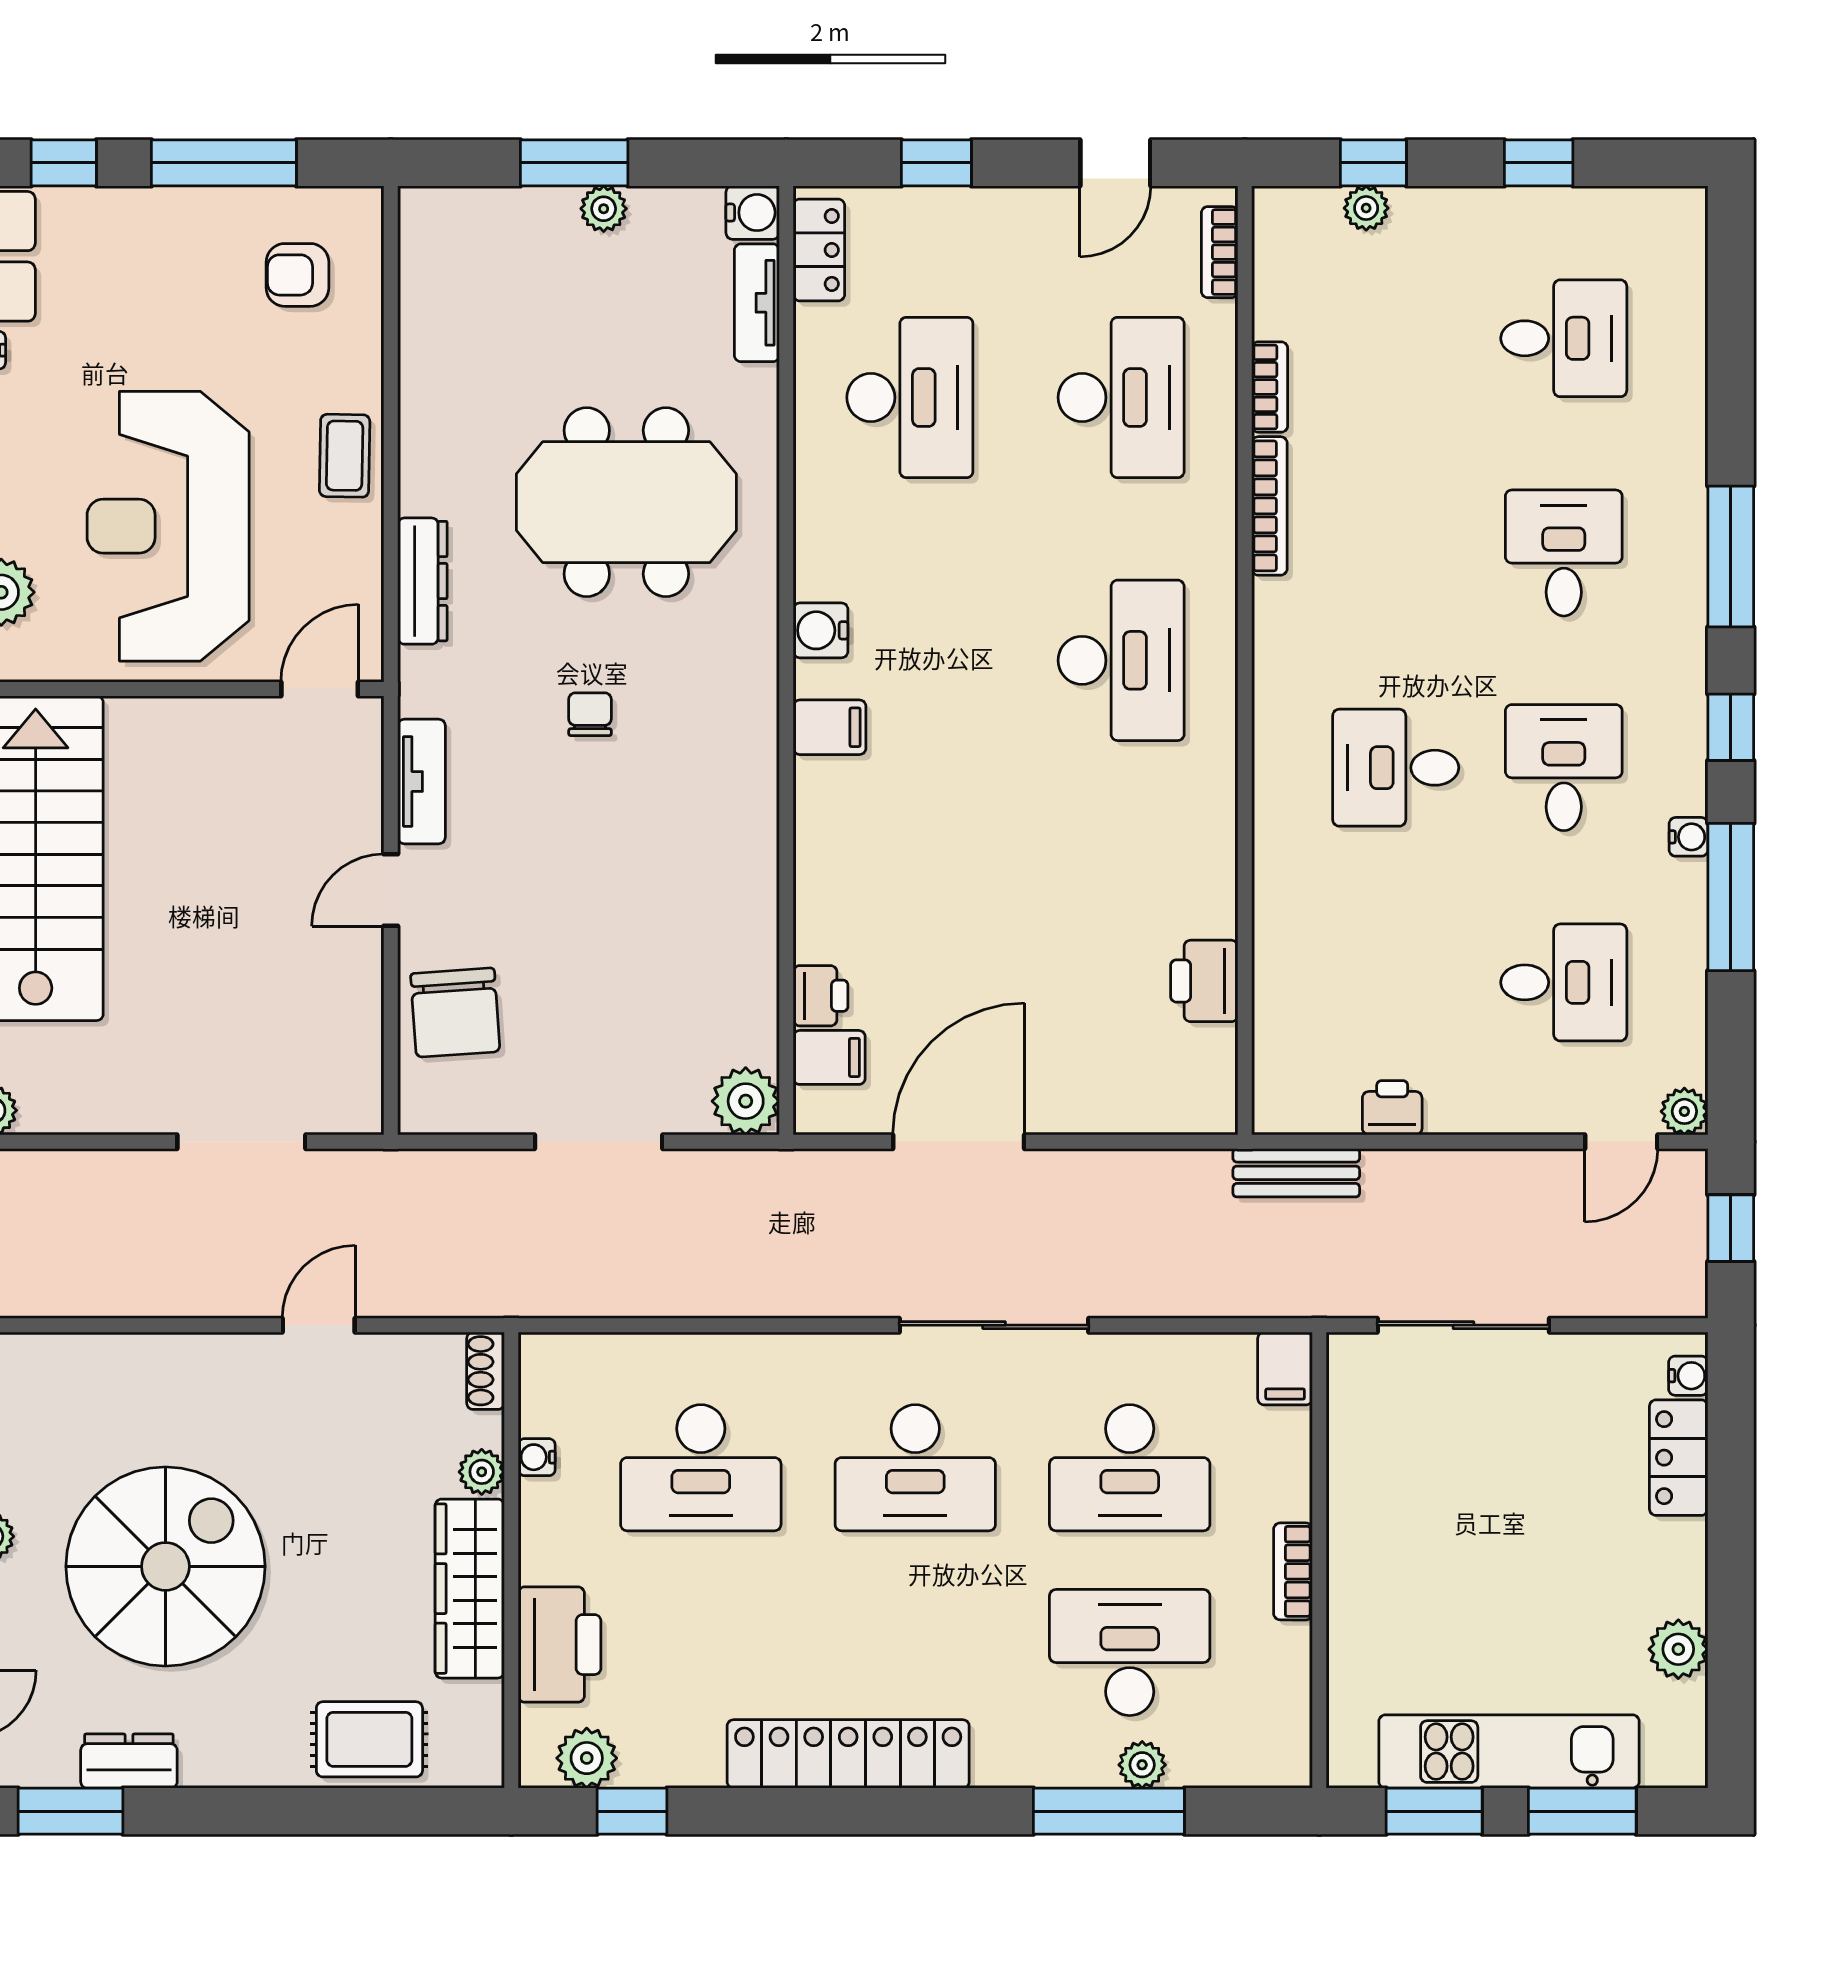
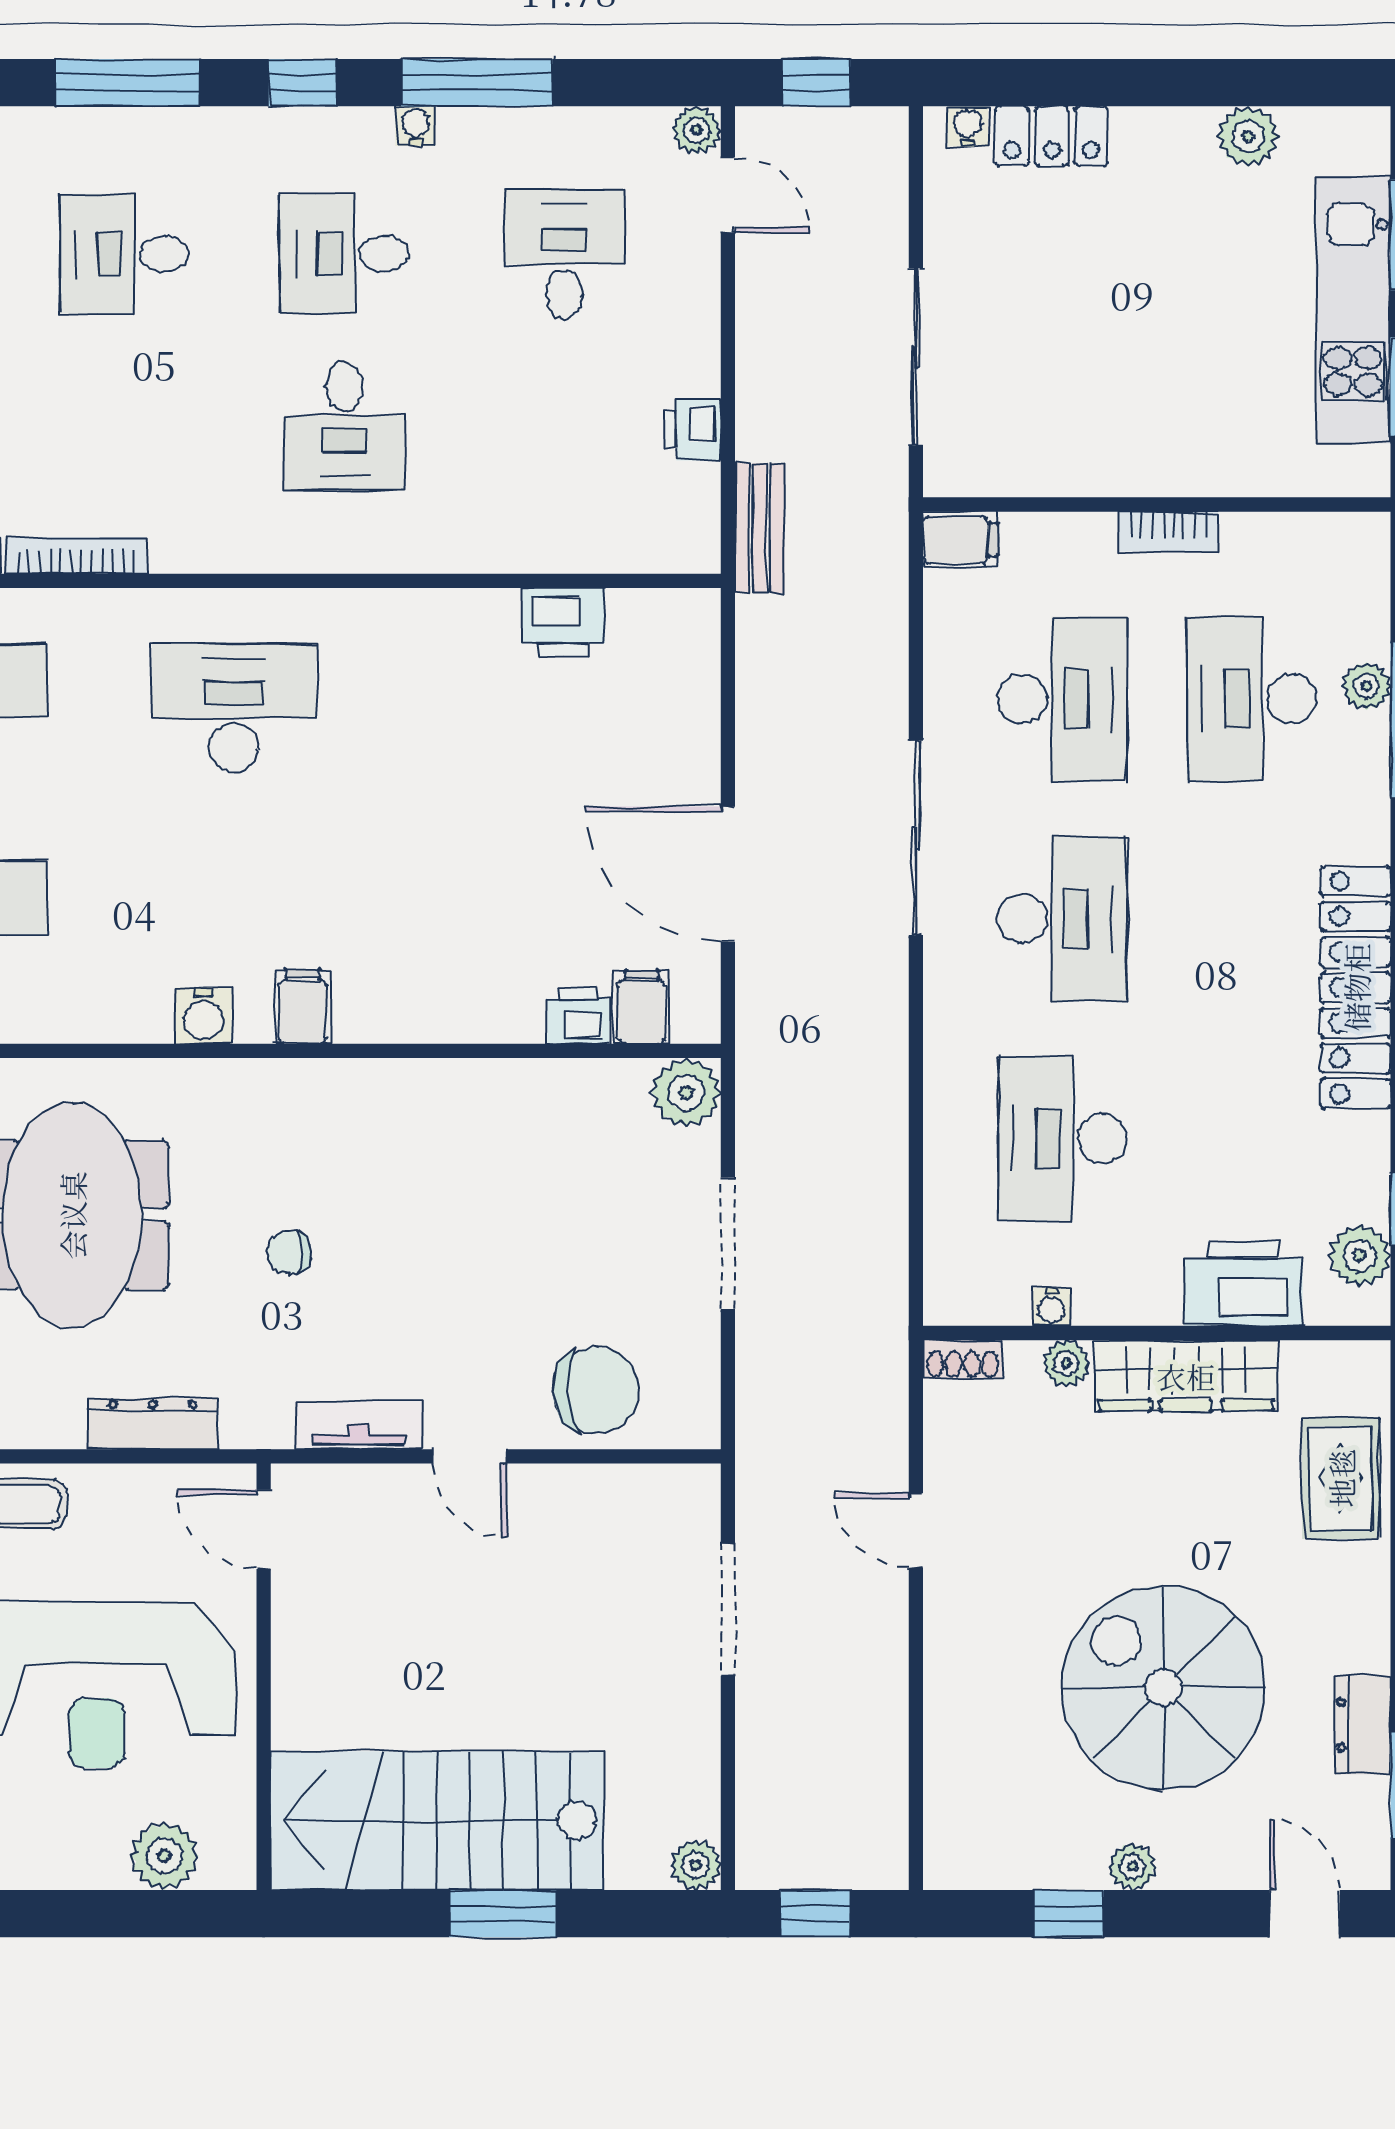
desk: (701, 1468) -> (1062, 1139), turned 180

